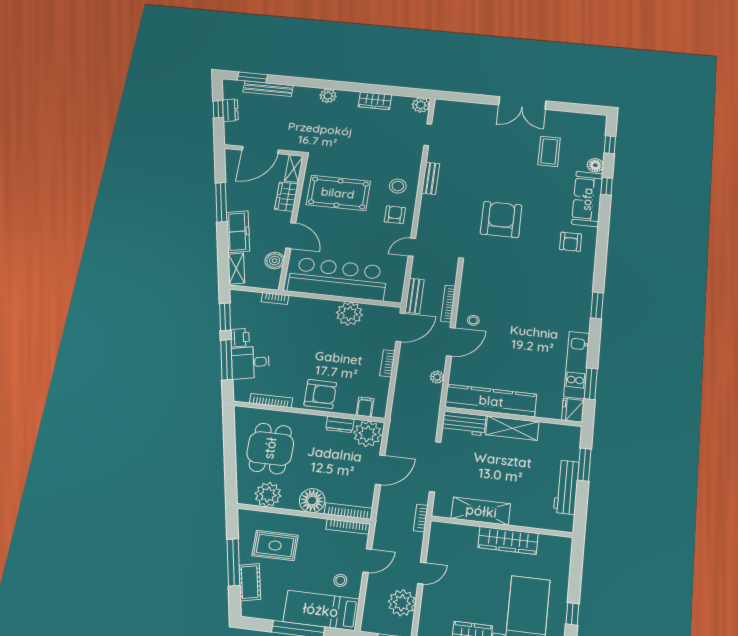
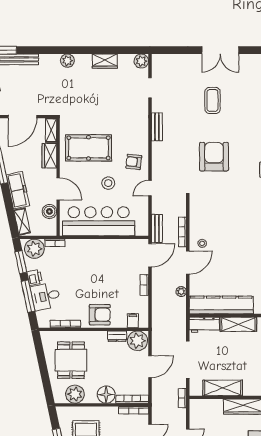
coffee table: (549, 151) -> (212, 100), moved
stool: (398, 186) -> (108, 183), moved
armchair: (395, 215) -> (134, 162), turned -83
plant: (349, 314) -> (34, 249), moved

